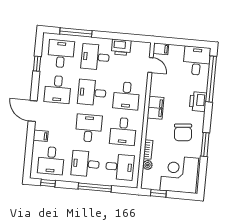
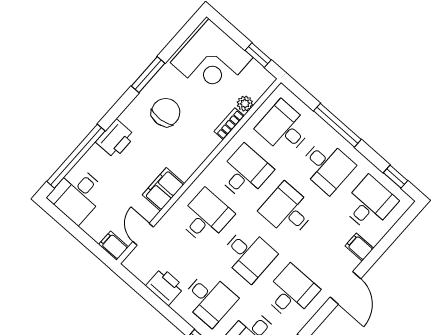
filing cabinet: (155, 108) -> (163, 189), moved
desk: (89, 128) -> (287, 210), turned 90

